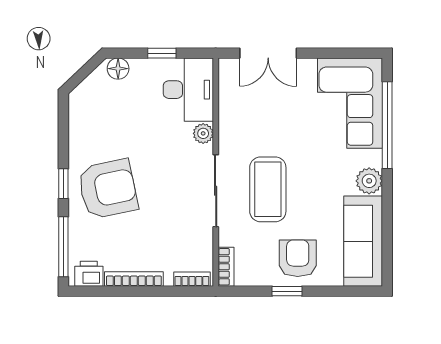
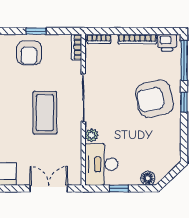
coffee table: (268, 189) -> (45, 113), moved

